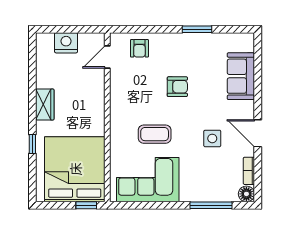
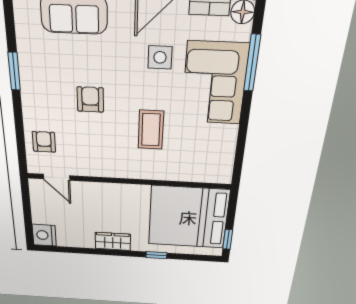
nightstand: (66, 43) -> (44, 235), moved
armchair: (139, 48) -> (44, 142), turned -90
corner sofa: (148, 180) -> (214, 83), moved
window: (86, 205) -> (228, 239), moved

